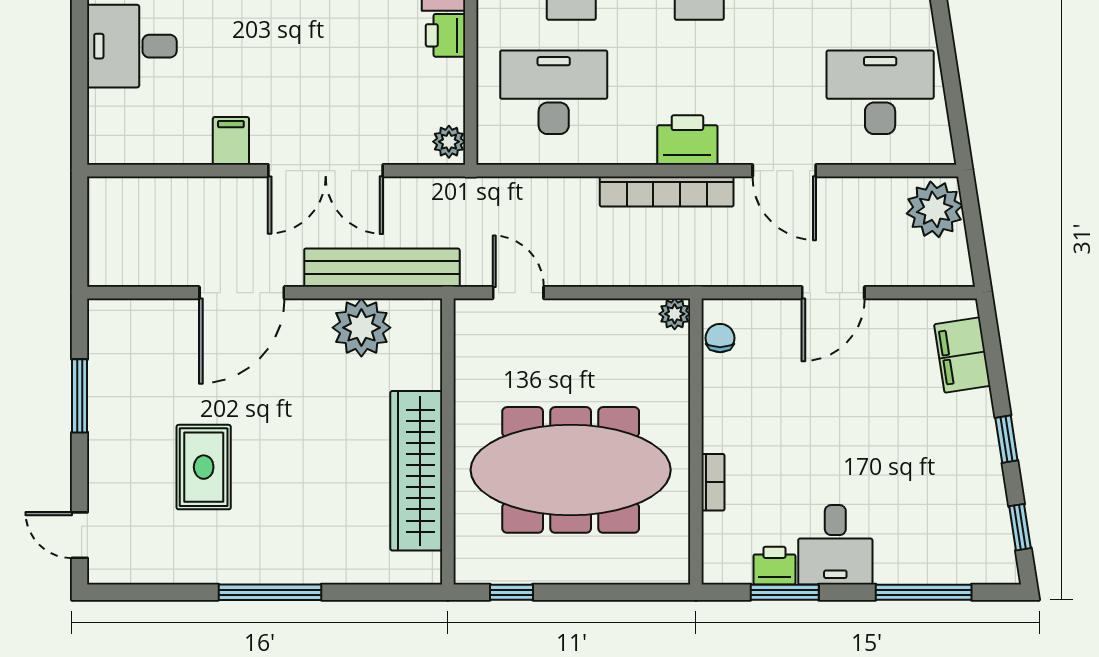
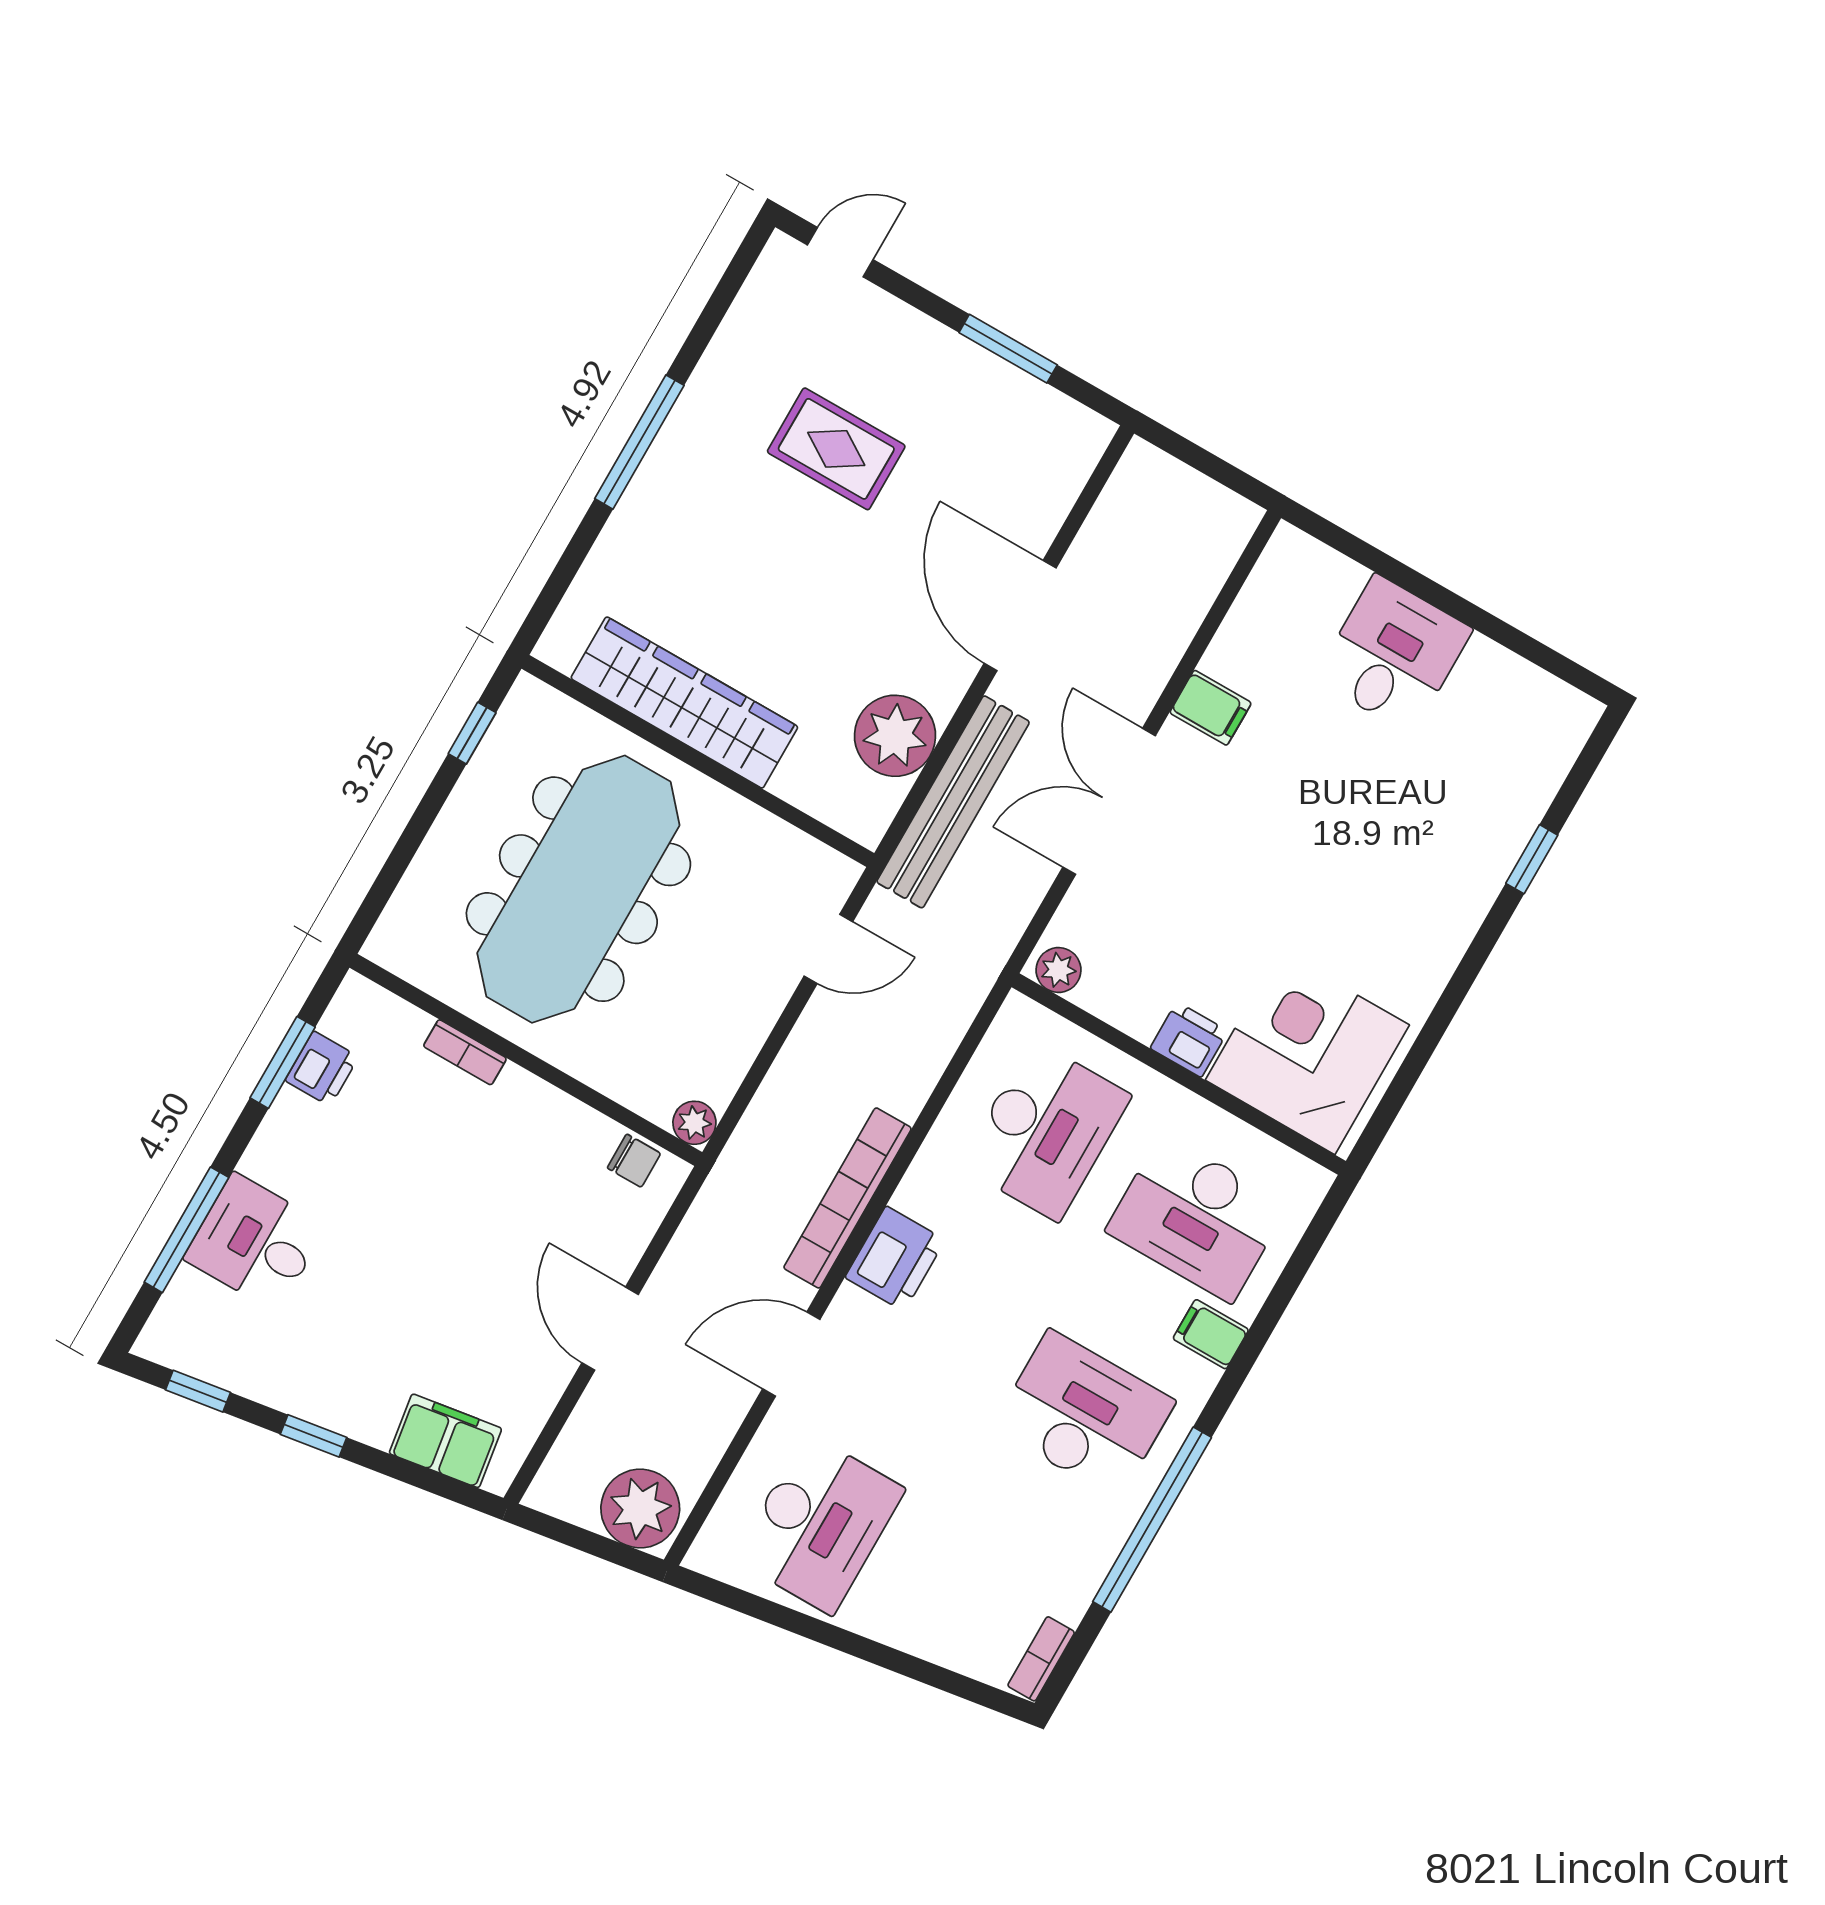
desk: (835, 545) -> (255, 1242), moved

